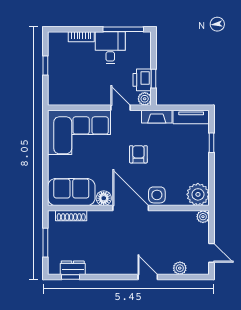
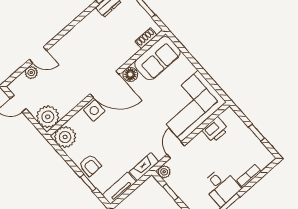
printer: (142, 80) -> (215, 130), moved, turned 90
door: (120, 108) -> (176, 150), swing flipped
armchair: (138, 154) -> (90, 165), moved
shoe rack: (71, 216) -> (146, 38), width x0.70
plant: (203, 217) -> (48, 117), width x1.88, depth x1.88
door: (148, 277) -> (38, 55), moved

